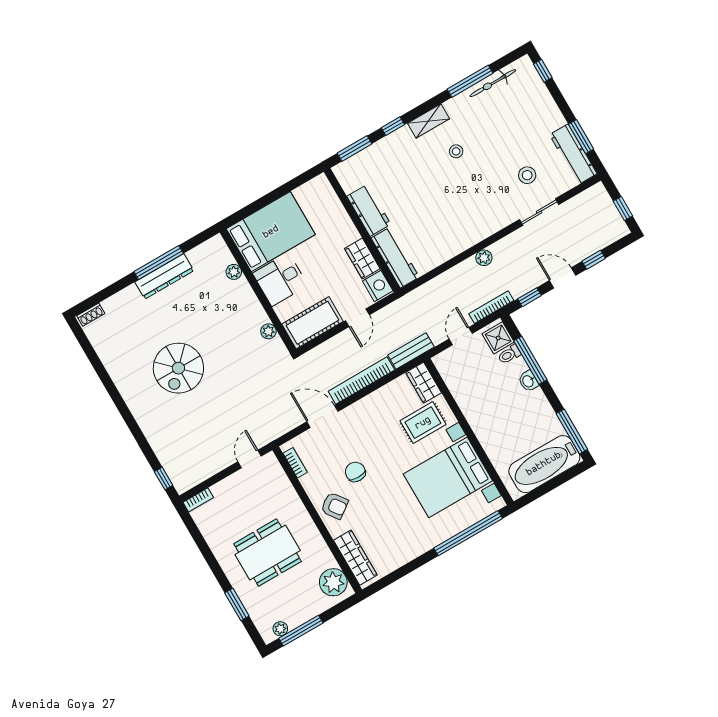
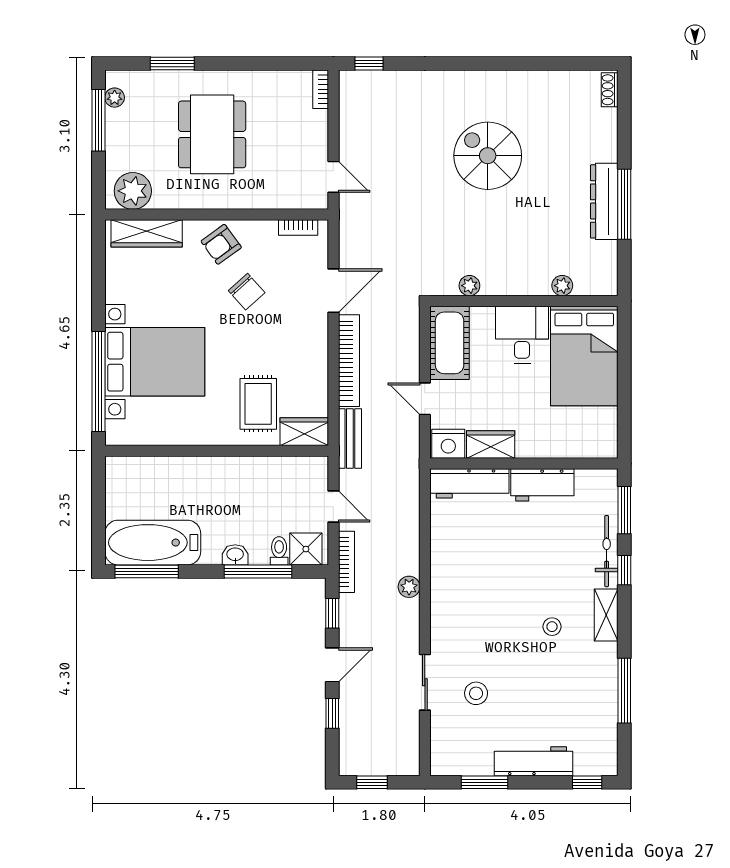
bicycle: (493, 83) -> (607, 551), moved
workbench: (573, 154) -> (534, 761), moved
bathtub: (544, 464) -> (153, 543), moved, turned -90
chair: (355, 472) -> (247, 292), turned 48
bed with nightstands: (448, 477) -> (155, 362), moved, turned 90

